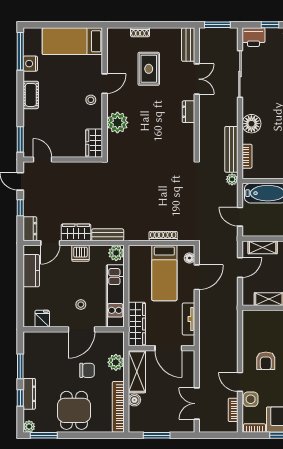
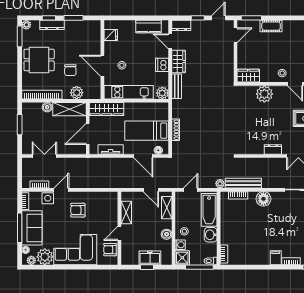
cot: (31, 95) -> (271, 26), moved

